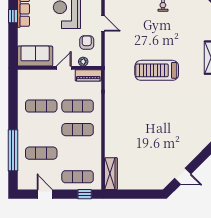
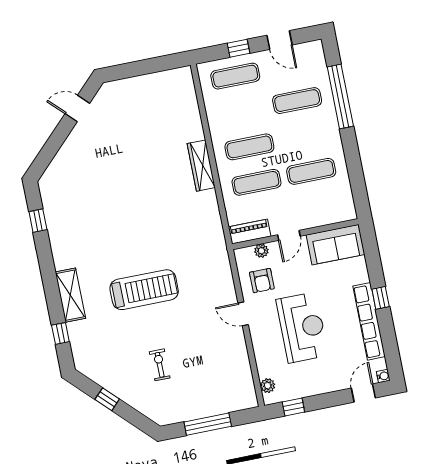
treadmill: (157, 70) -> (144, 290), moved
wardrobe: (111, 174) -> (201, 166), moved
window: (85, 194) -> (239, 48), moved

